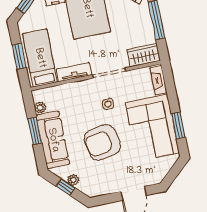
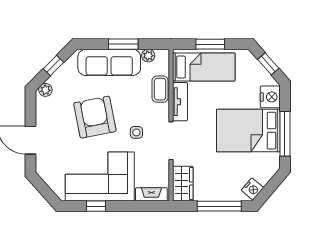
coffee table: (67, 91) -> (160, 89), added
window: (178, 126) -> (96, 206), width x0.67
plant: (73, 180) -> (45, 90), moved

